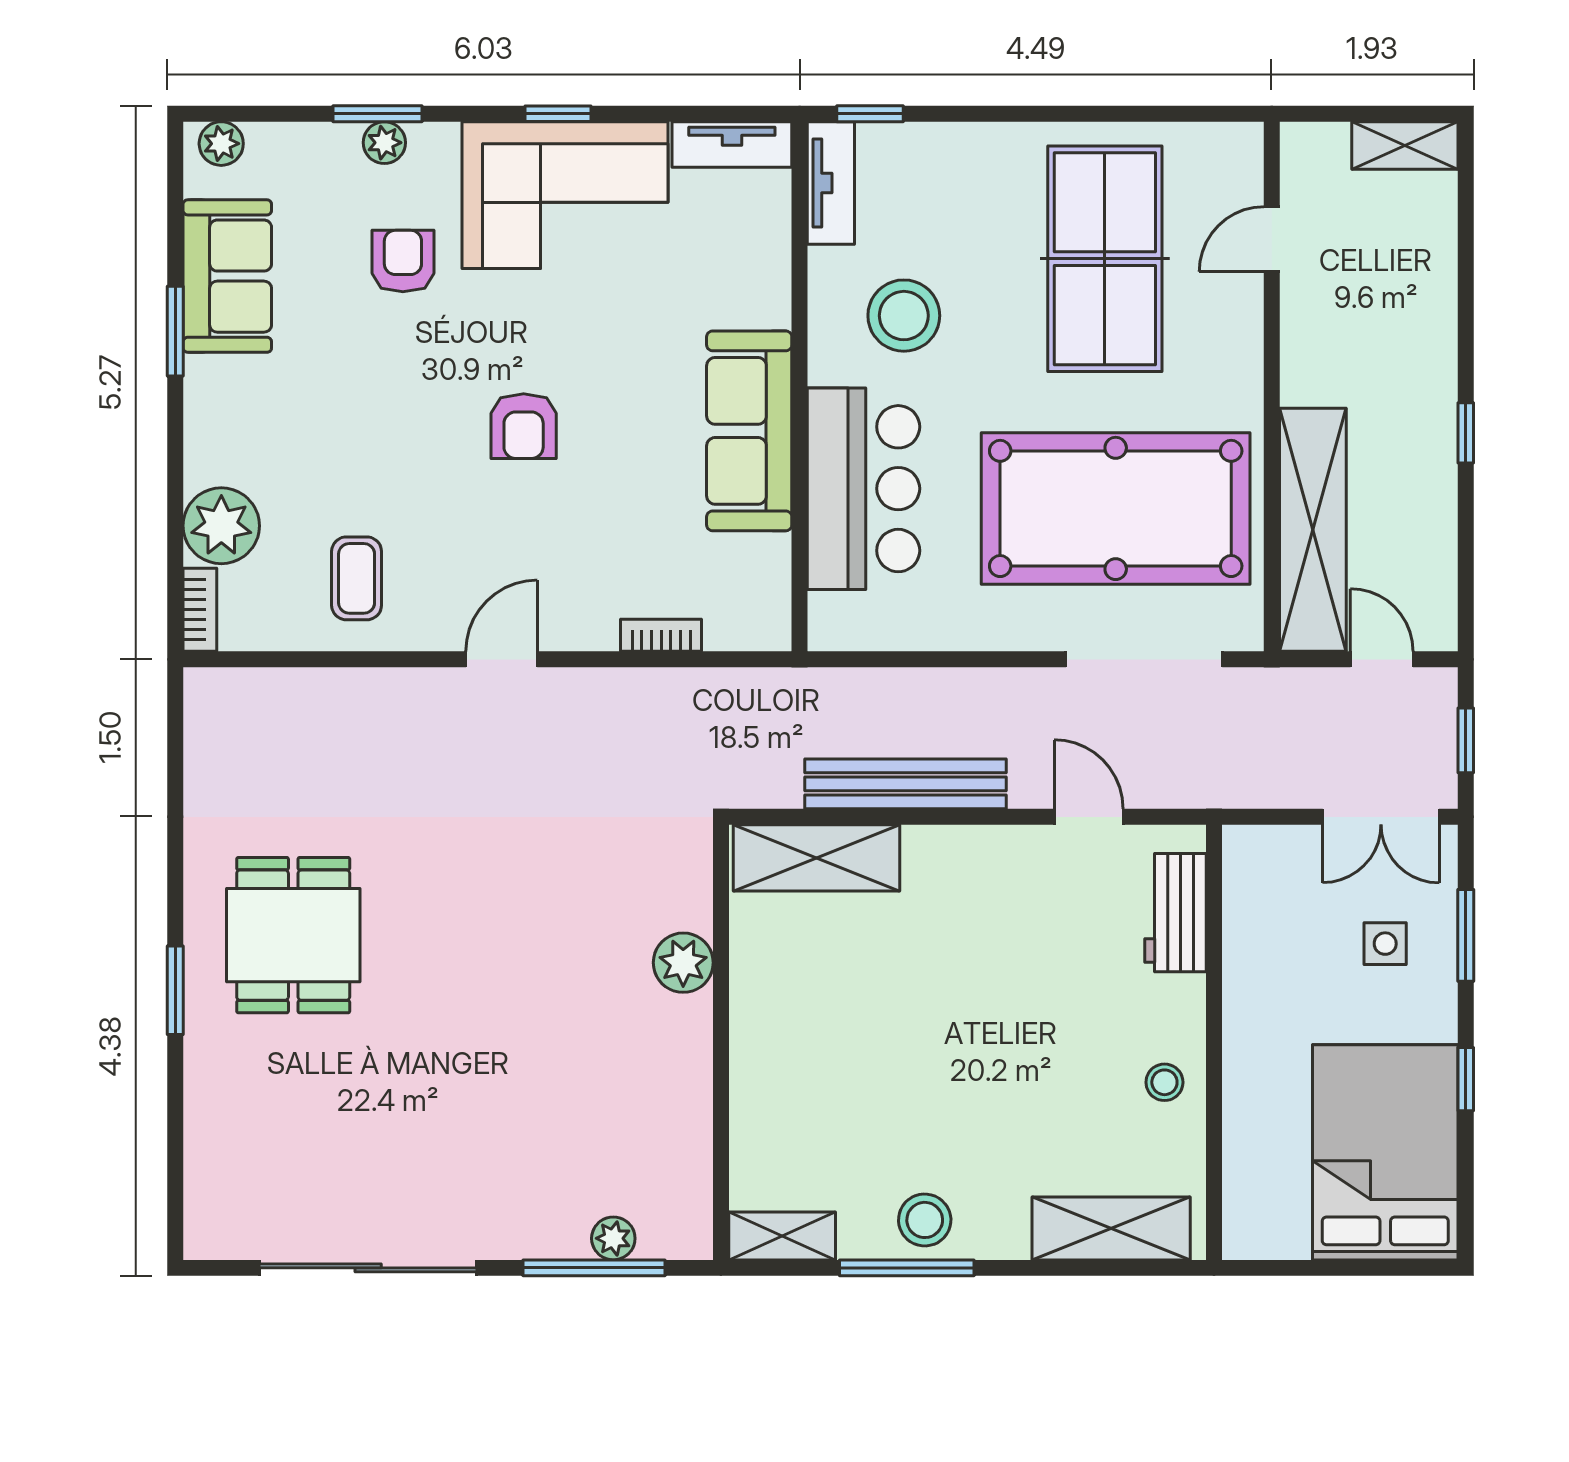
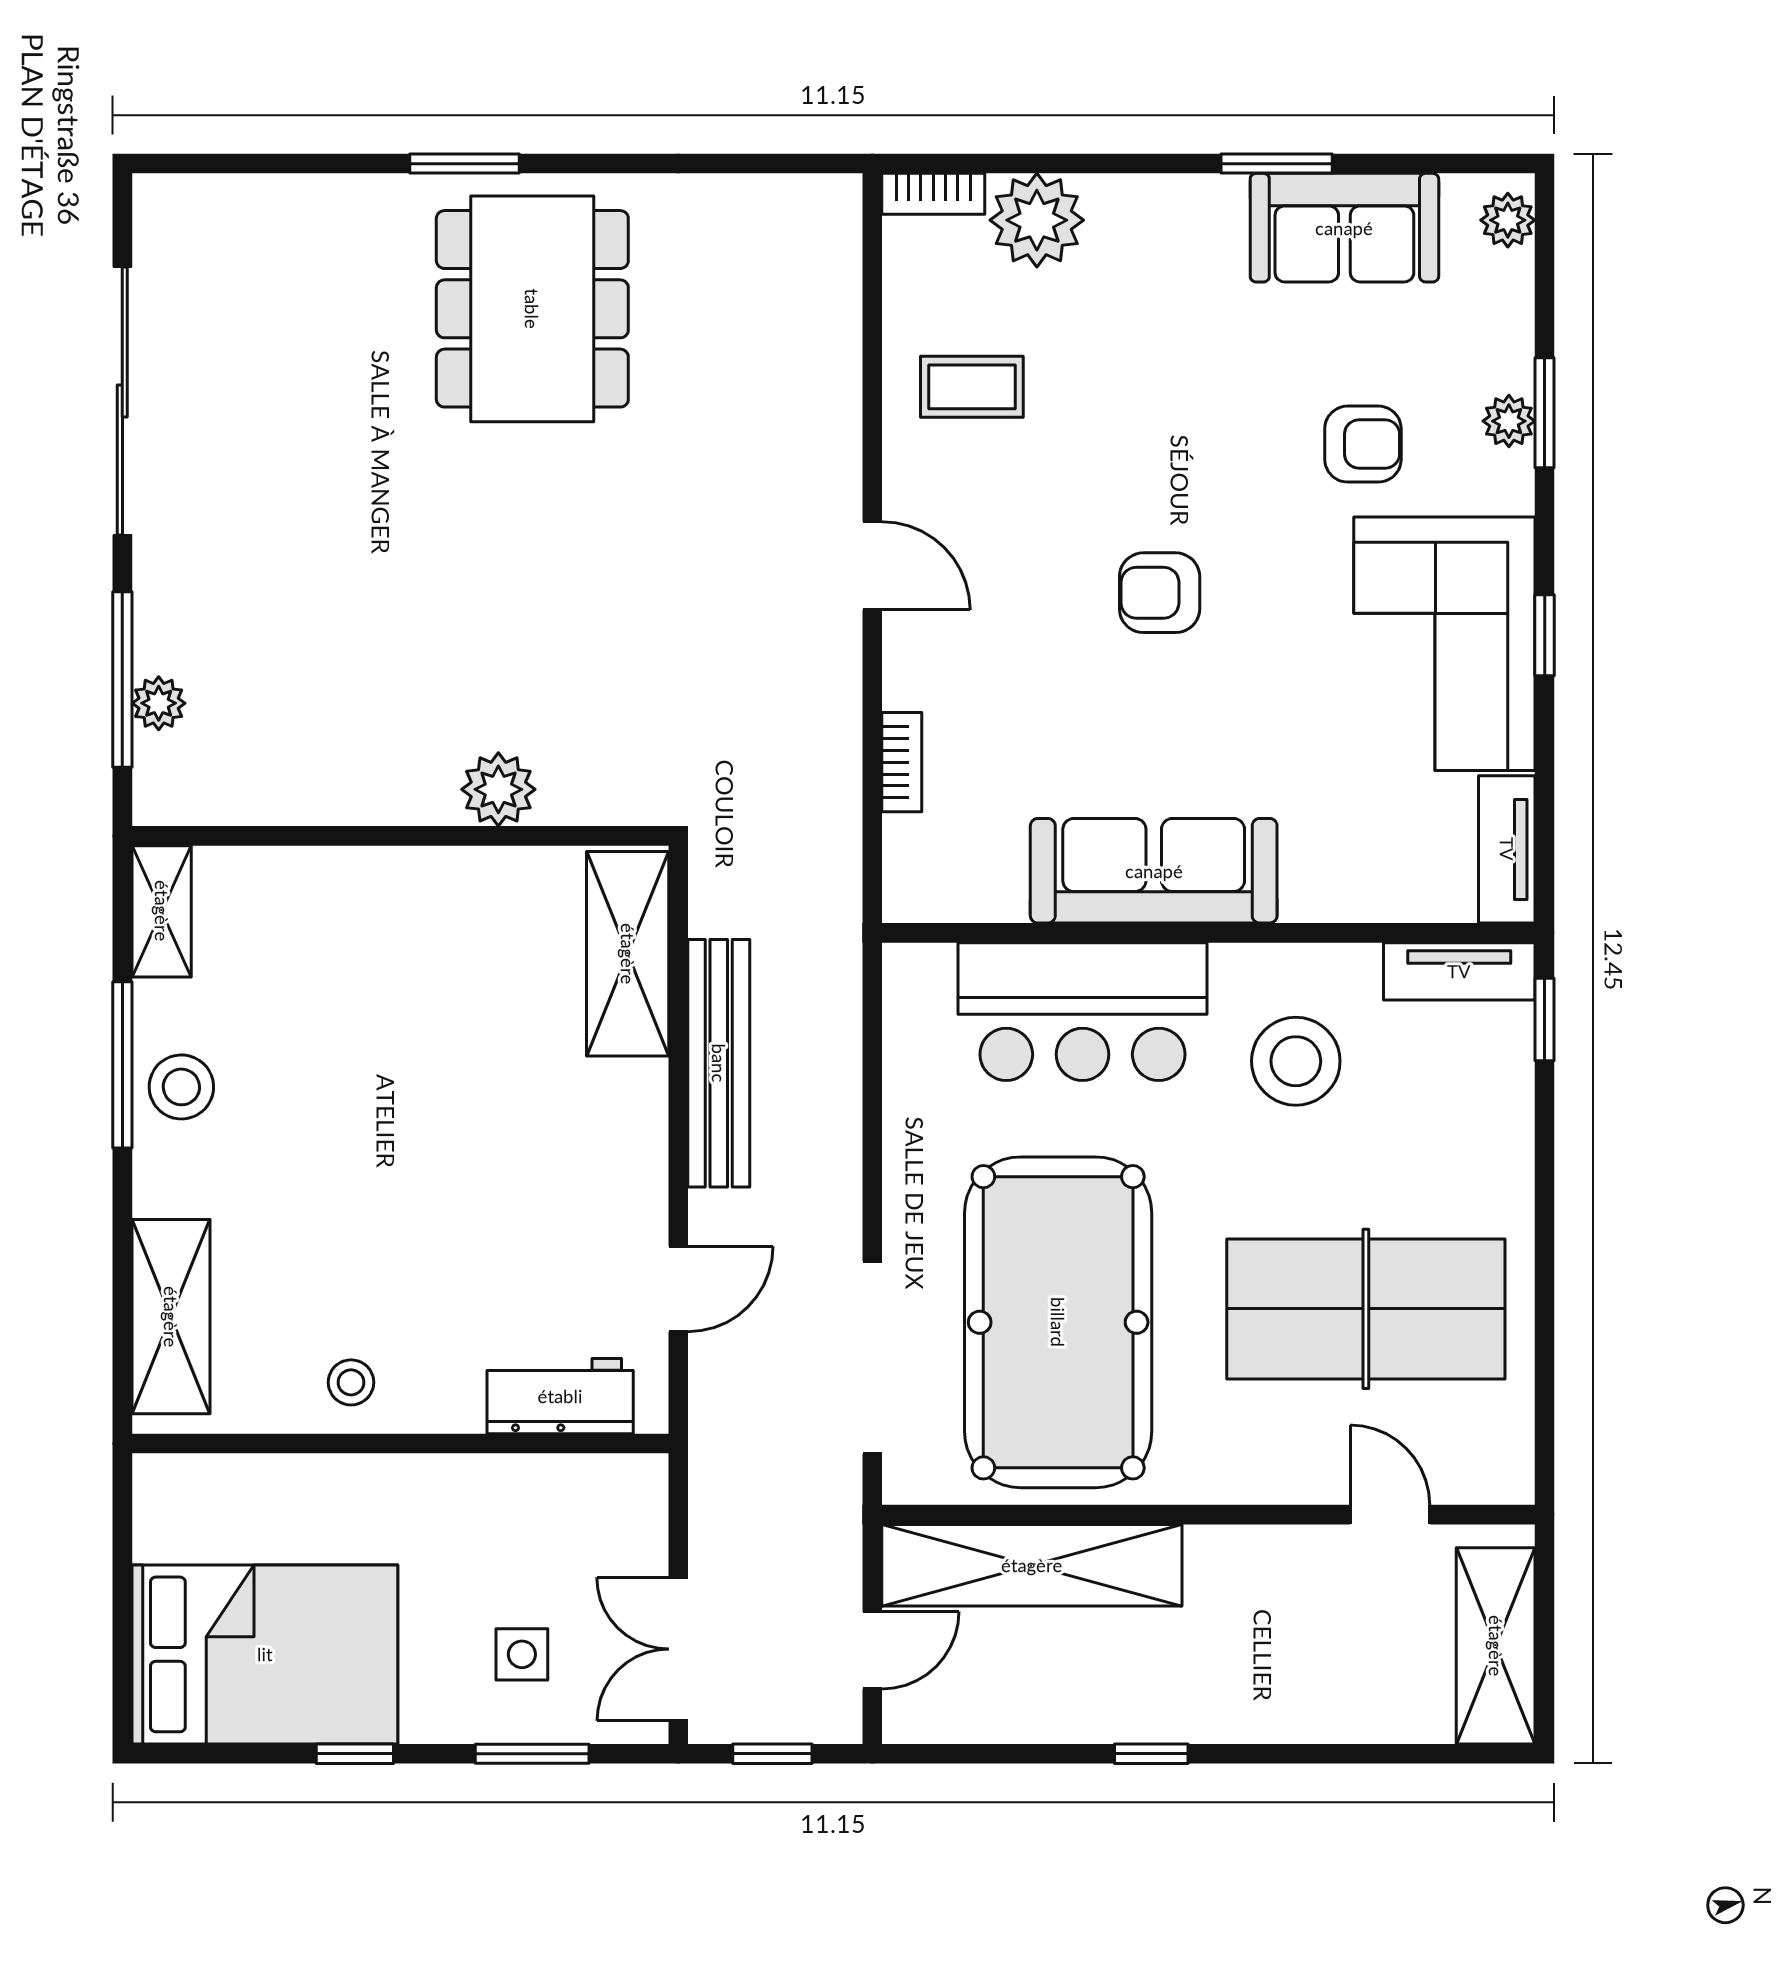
shelving: (1405, 145) -> (1496, 1646), width x1.50, depth x1.33
dining table: (293, 935) -> (532, 309), width x1.38

